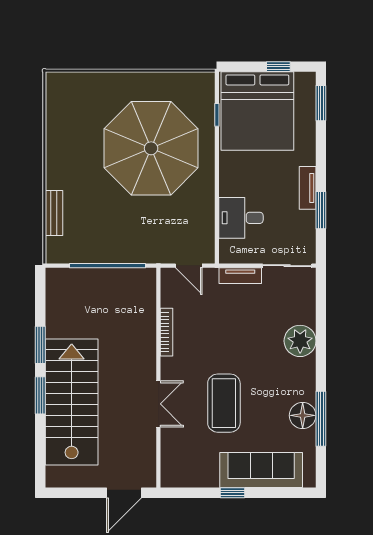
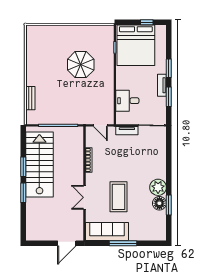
window: (321, 103) -> (169, 68), moved
parasol: (151, 148) -> (81, 65), width x0.54, depth x0.54
plant: (300, 341) -> (158, 187), moved
stairs: (72, 402) -> (39, 165), moved
double door: (158, 404) -> (85, 197), swing flipped
window: (321, 419) -> (169, 205), width x0.69
sofa: (261, 470) -> (107, 232), moved
window: (233, 493) -> (123, 243), width x2.17

